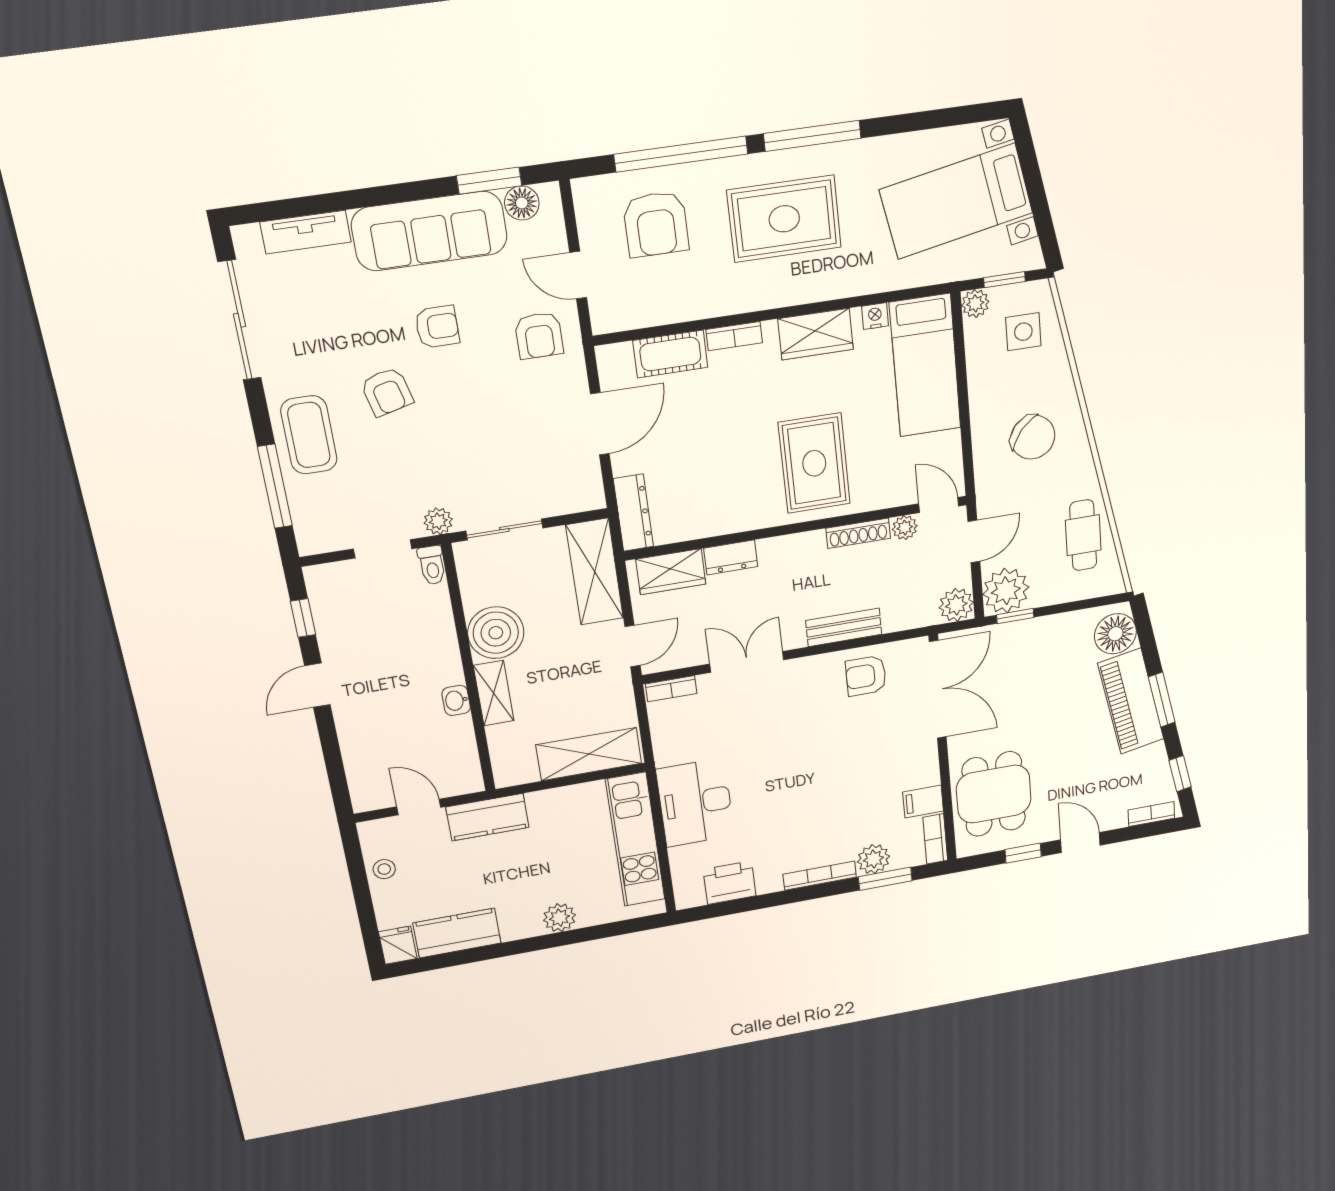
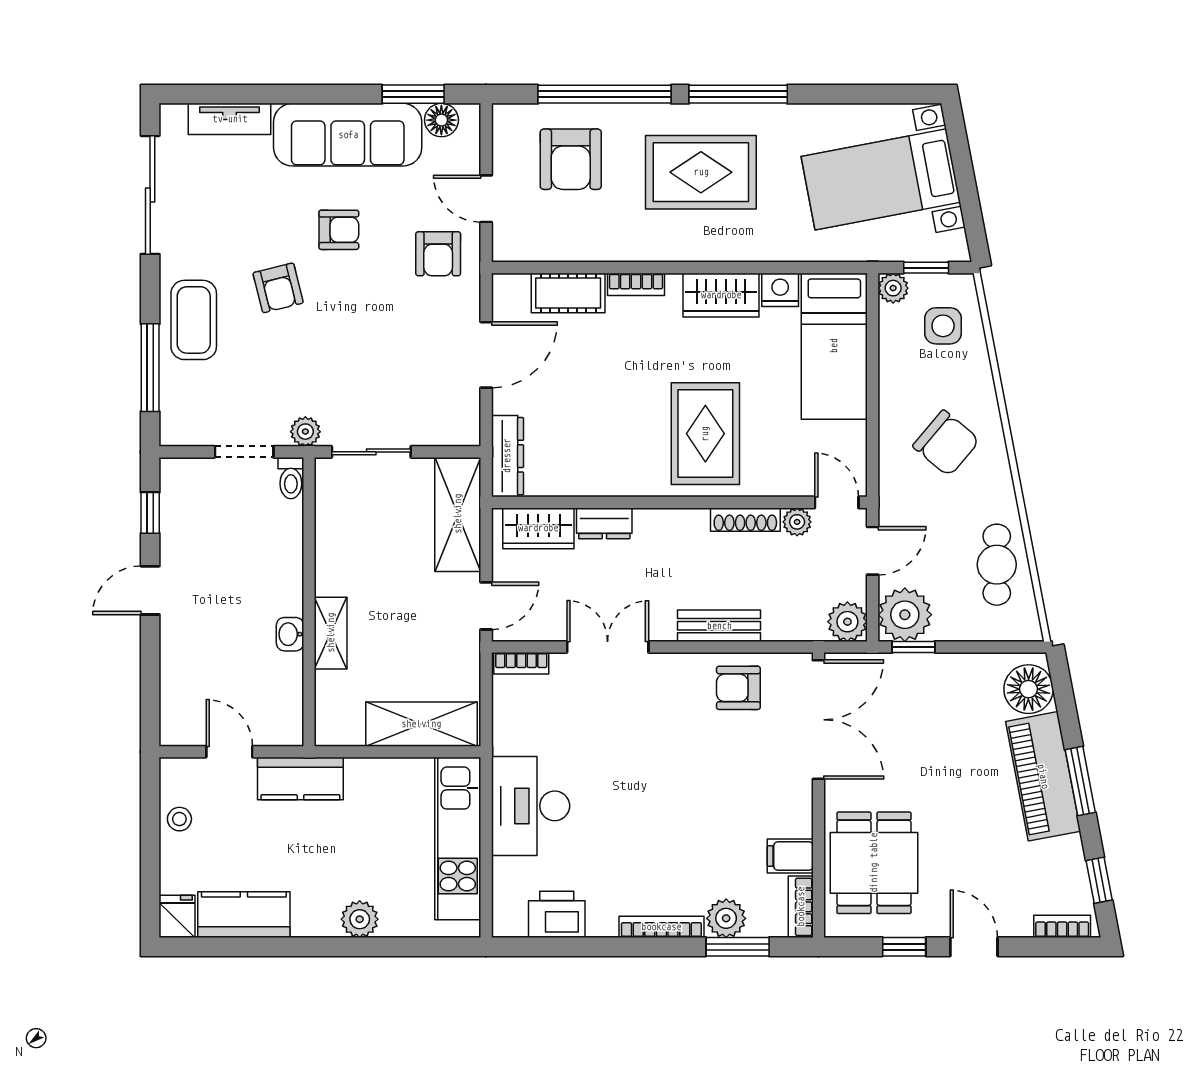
nightstand: (875, 316) -> (780, 290), width x1.39, depth x1.35
boiler: (496, 633) -> (344, 565), removed

